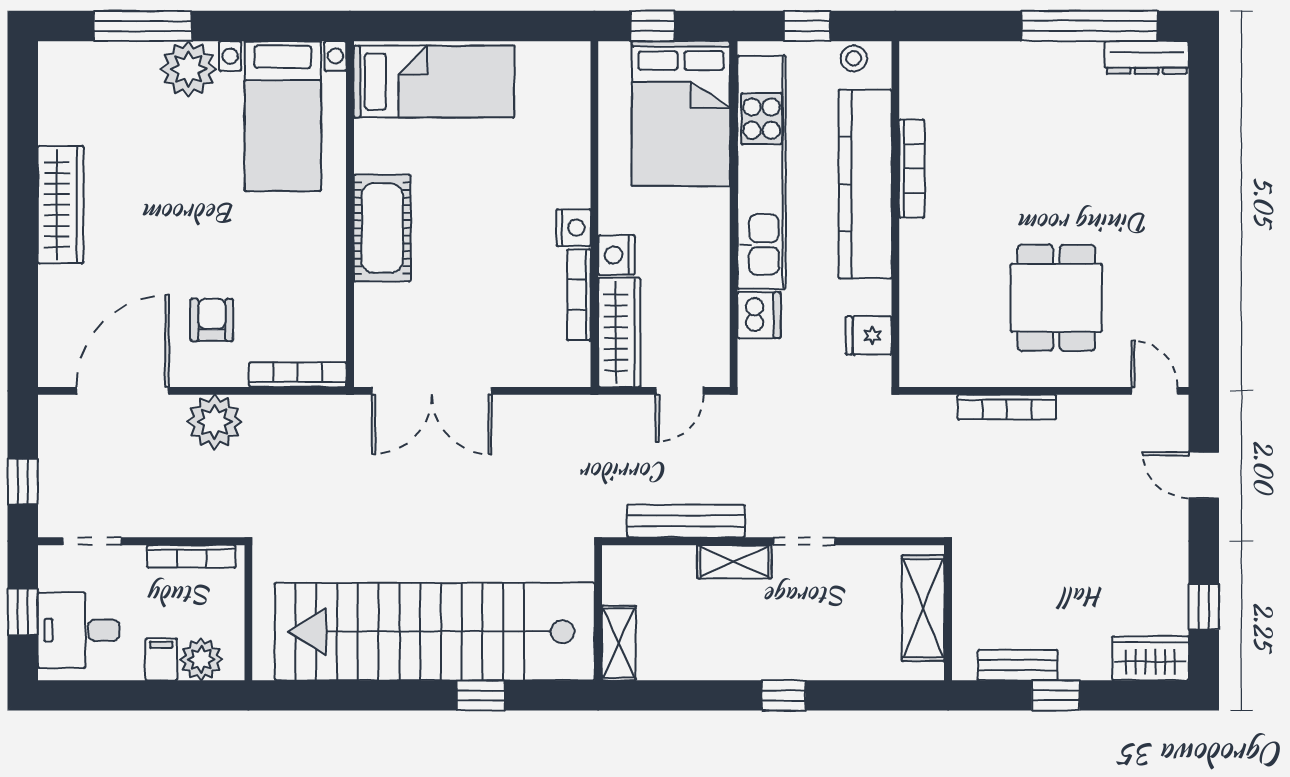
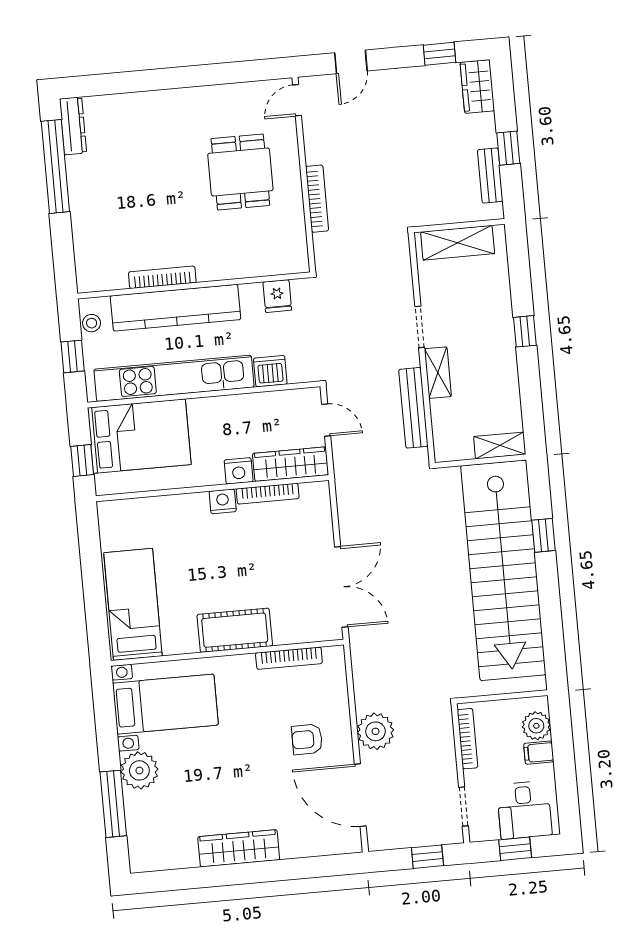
dining table: (1056, 298) -> (240, 172), turned 90
bookcase: (298, 375) -> (289, 658), moved, turned -90

